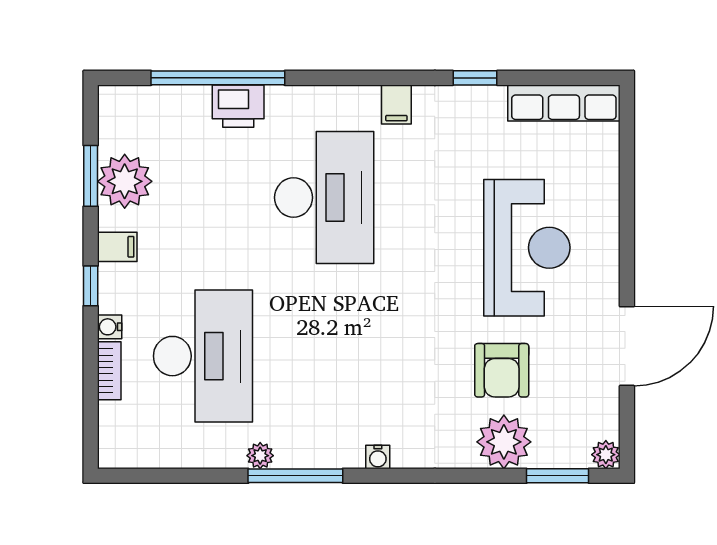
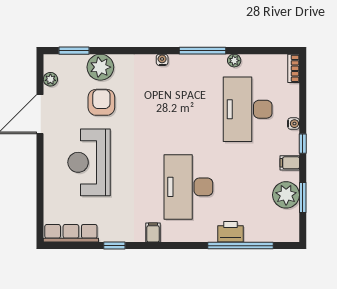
bookcase: (109, 371) -> (294, 68), moved
plant: (606, 455) -> (50, 79), moved
plant: (260, 456) -> (234, 61), moved

